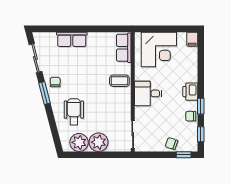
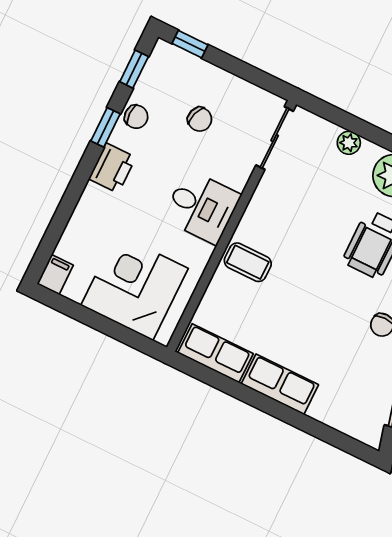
row of seats: (72, 39) -> (280, 384), moved
row of seats: (124, 48) -> (215, 353), moved, turned -90
plant: (99, 142) -> (349, 143), width x0.53, depth x0.53
chair: (172, 144) -> (200, 119), moved

